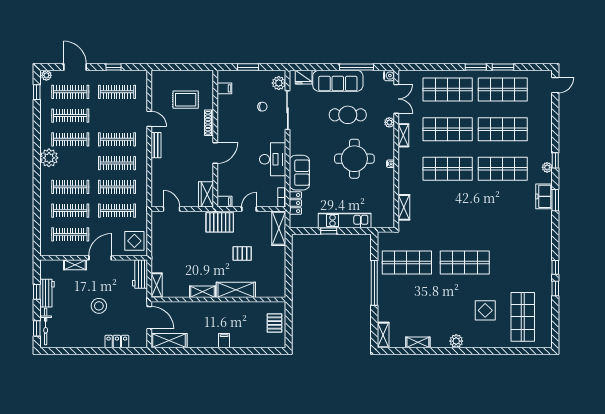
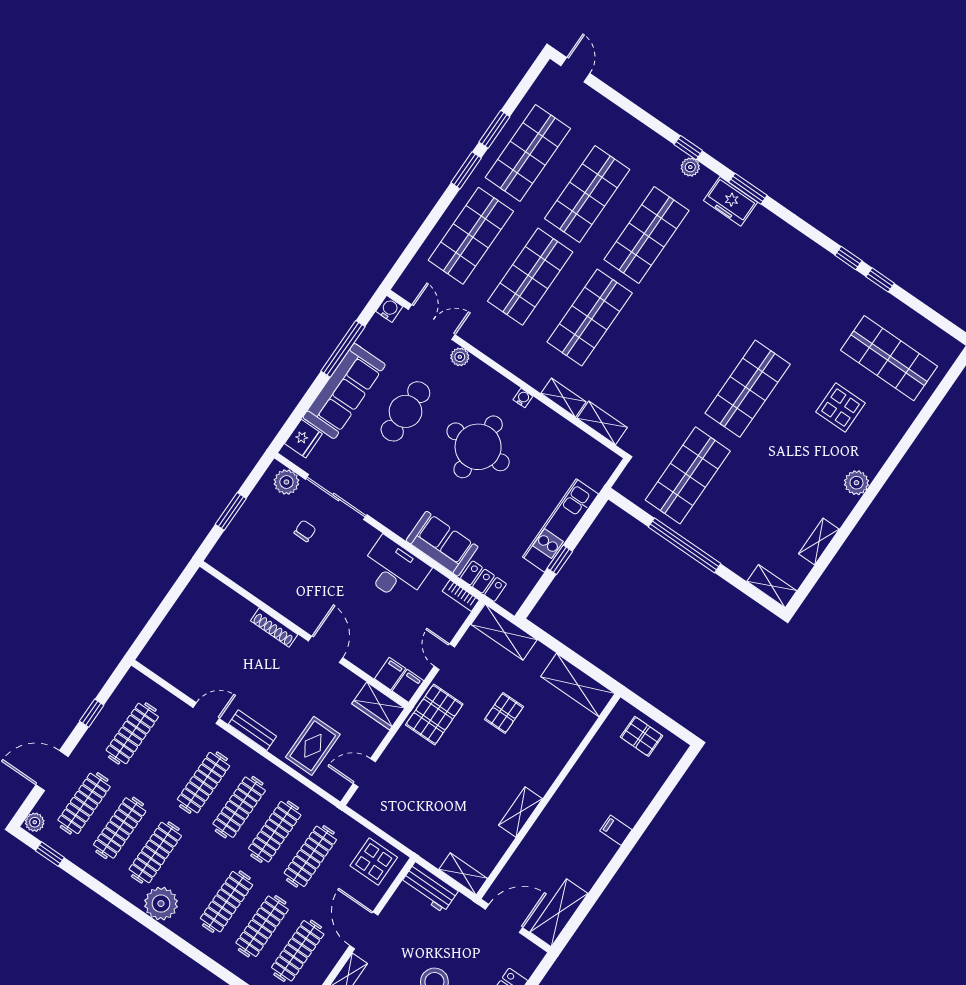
filing cabinet: (224, 88) -> (390, 674), moved
rug: (186, 100) -> (313, 746), moved
shelving: (403, 135) -> (563, 398), moved
shelving: (236, 290) -> (578, 685), moved, turned 90

